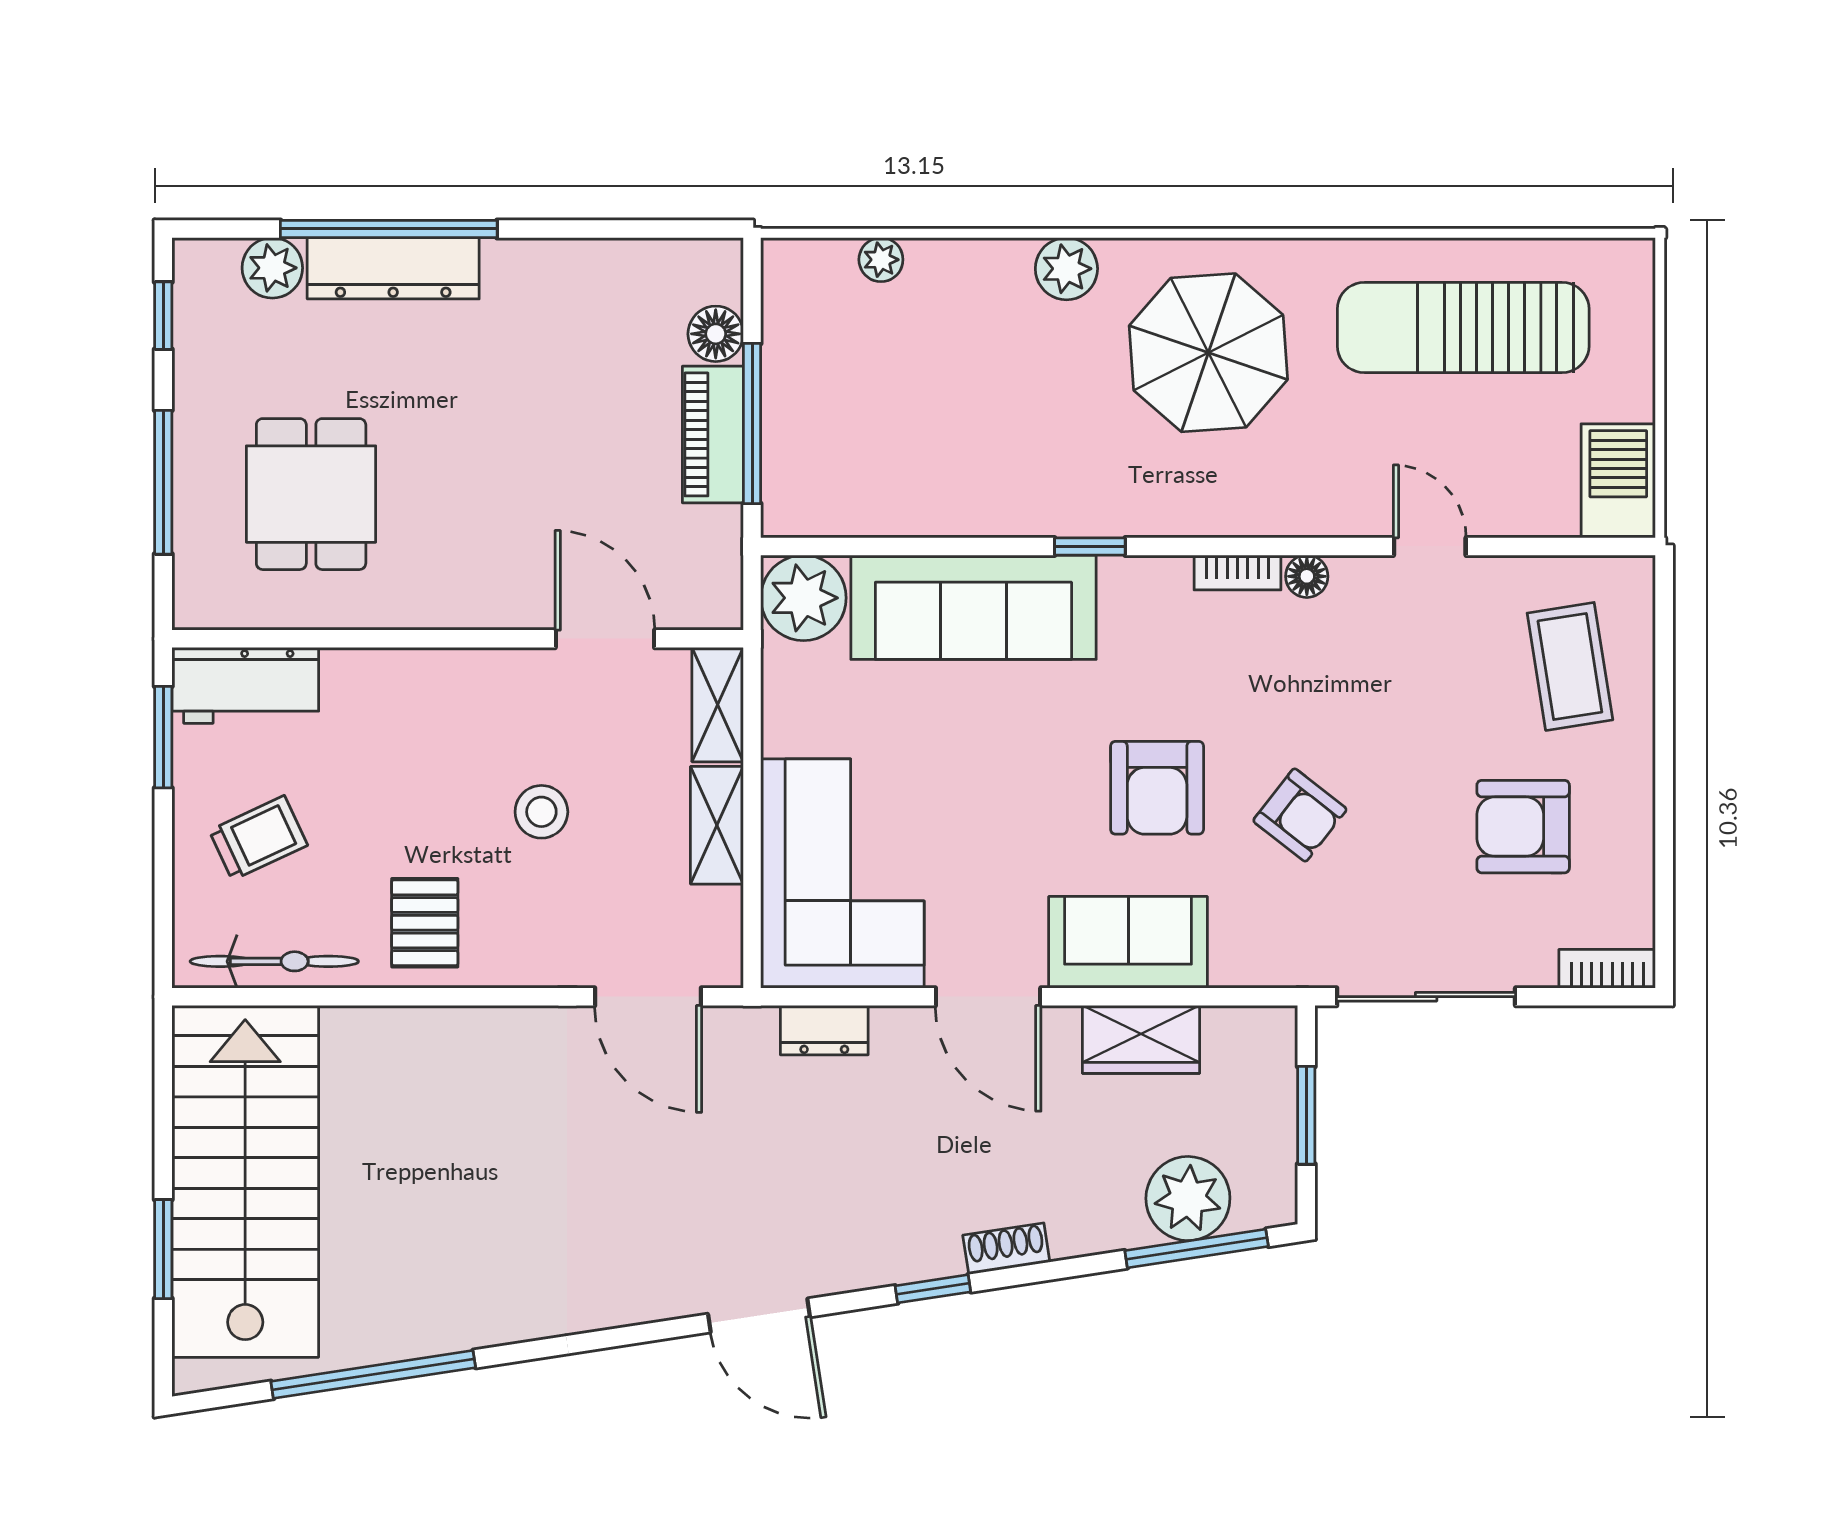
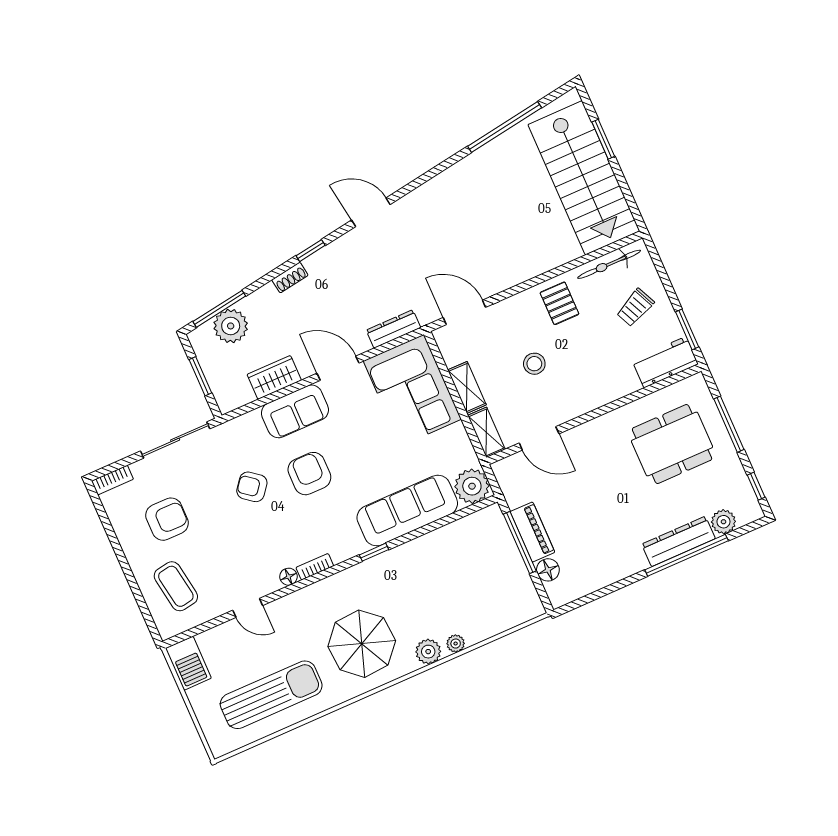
plant: (881, 260) -> (456, 644), moved
dining table: (311, 494) -> (672, 444), width x1.38
dresser: (824, 1030) -> (393, 329), width x1.44

